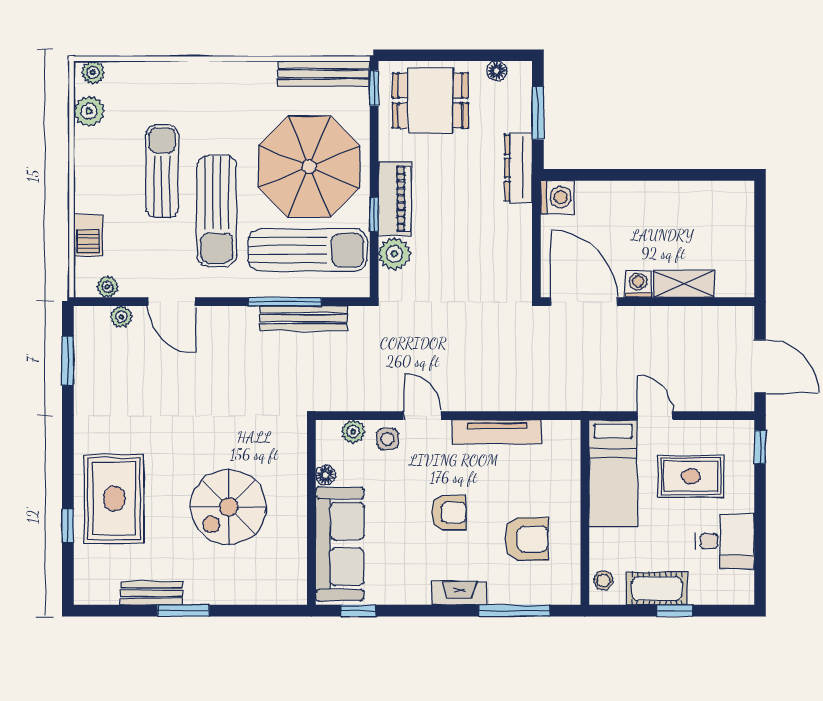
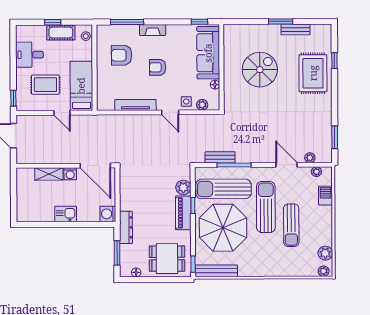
kitchen sink: (648, 197) -> (66, 214), added
bench: (303, 318) -> (220, 157), width x0.73

